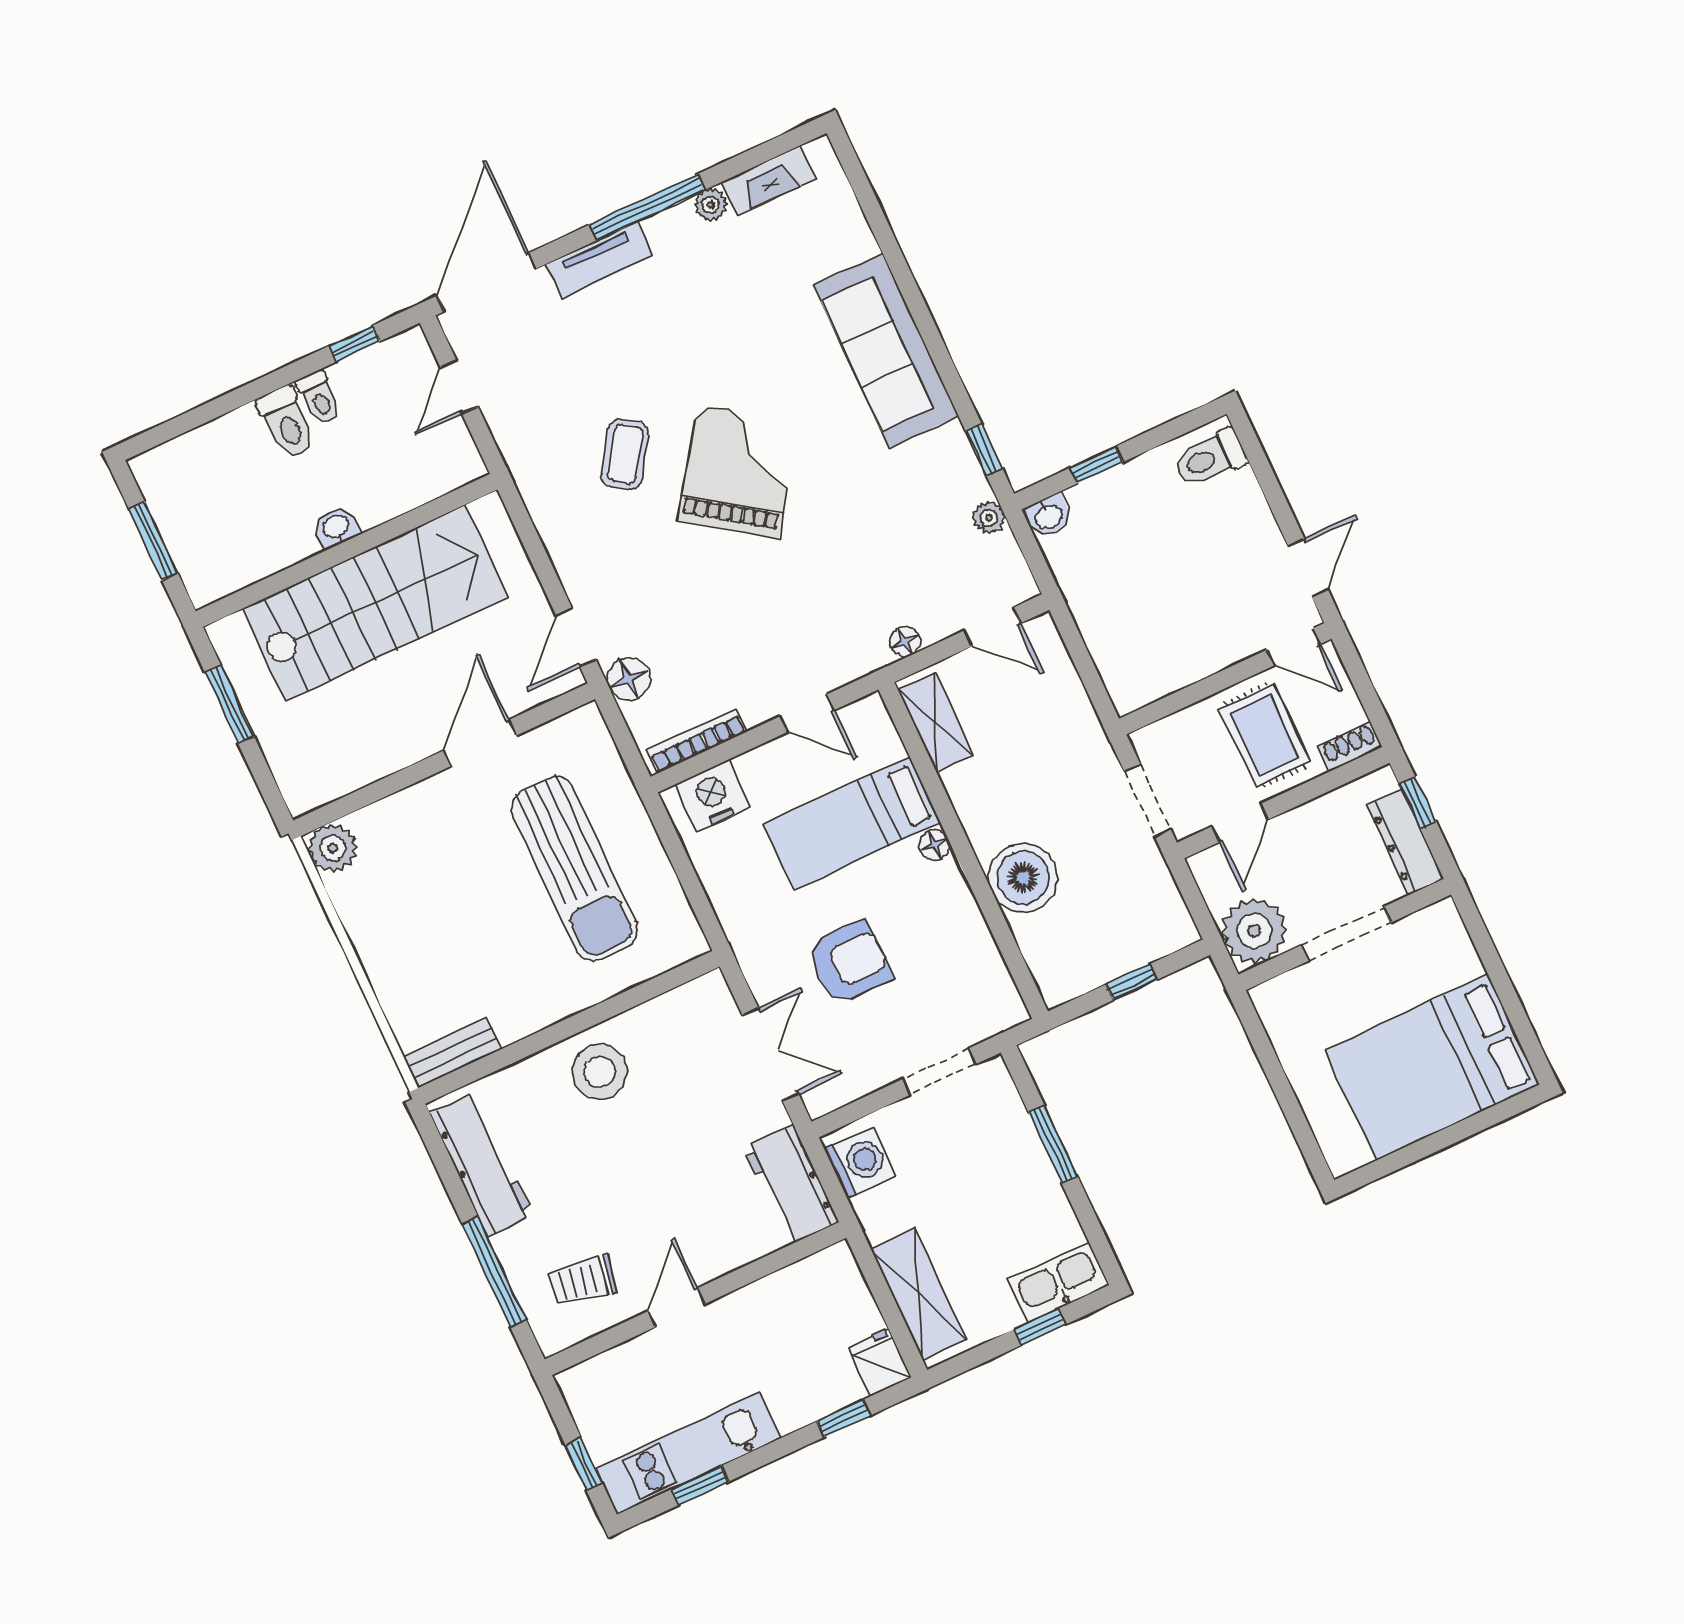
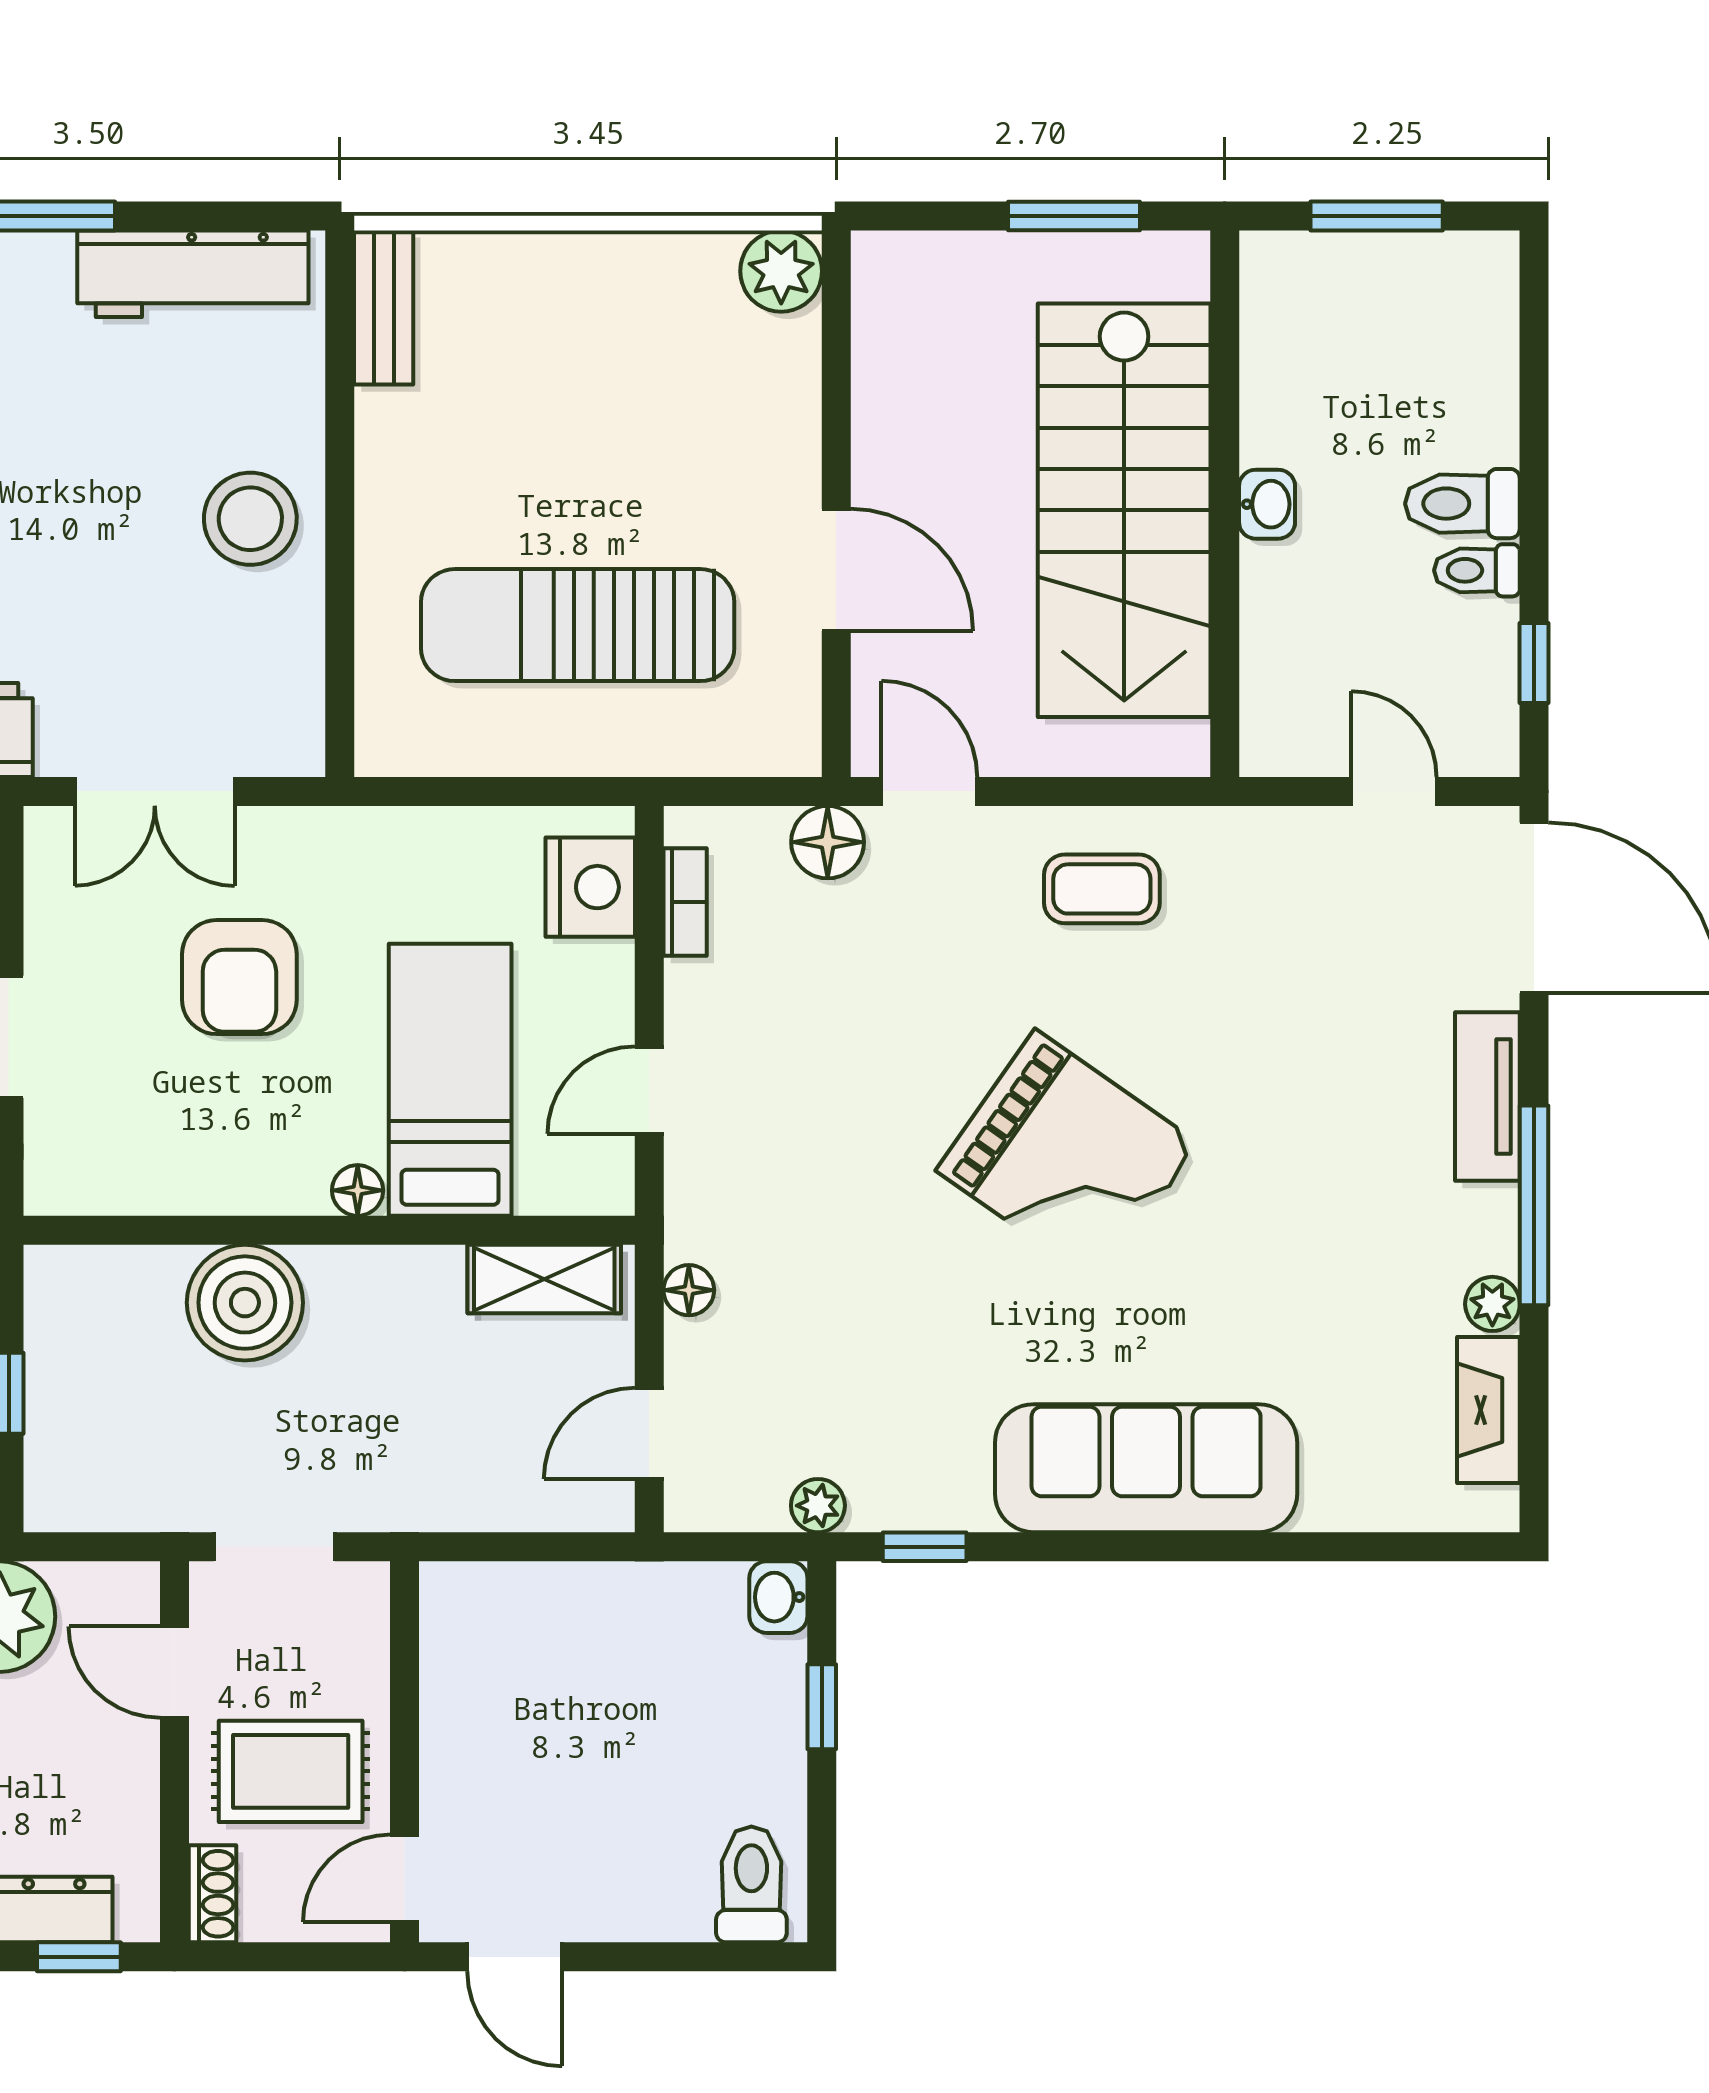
coffee table: (625, 454) -> (1102, 889), moved, turned -34
bookcase: (697, 741) -> (685, 902), width x0.64

